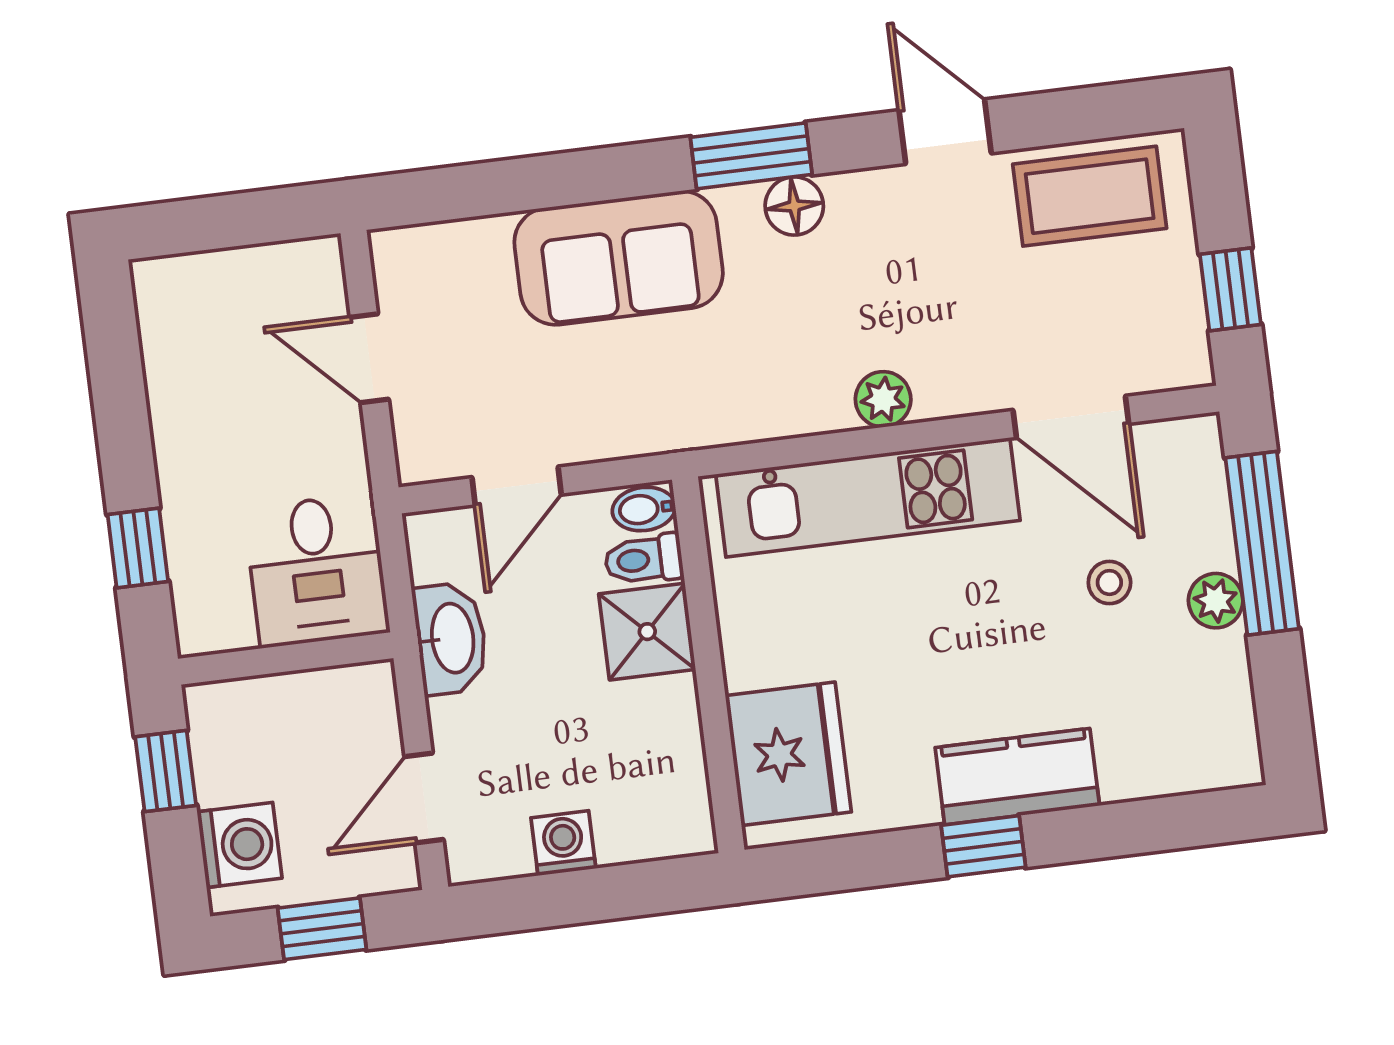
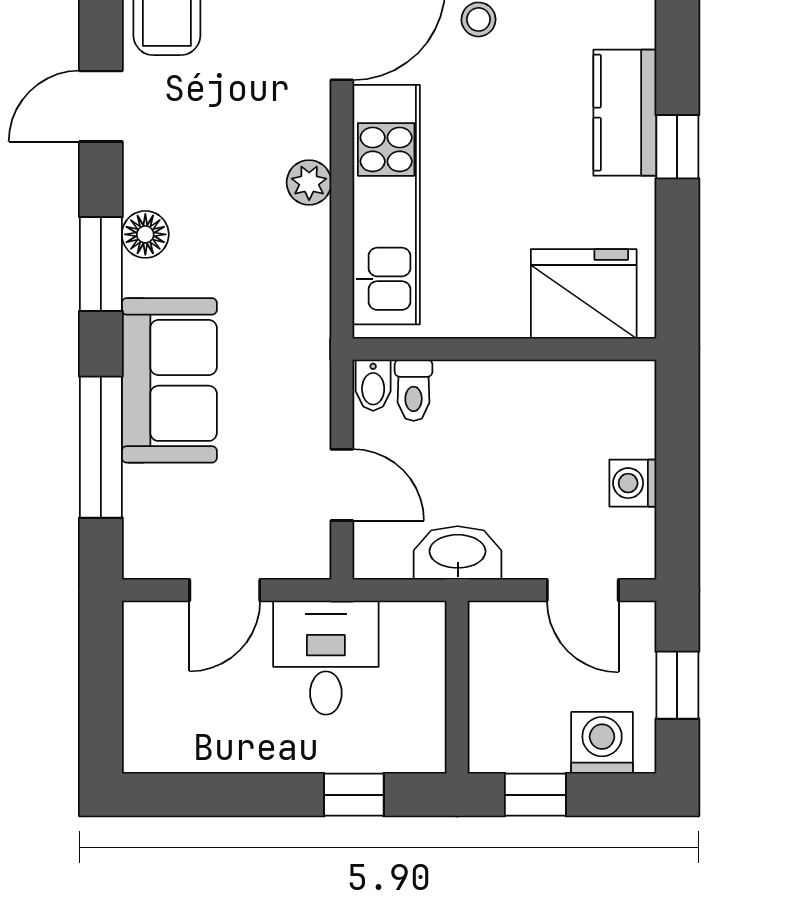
window: (526, 184) -> (101, 447), added
desk: (317, 570) -> (326, 658), moved, turned -90
shower: (647, 632) -> (472, 395), removed

